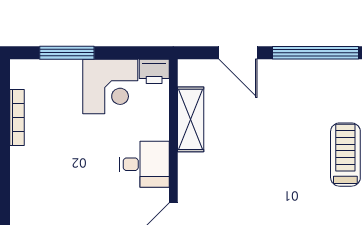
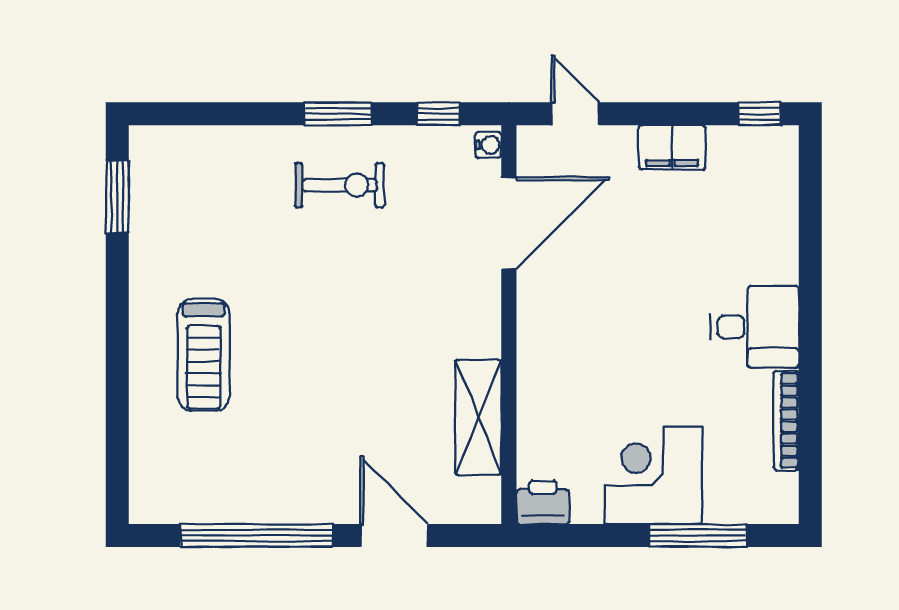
corner desk: (110, 86) -> (653, 476), moved
desk: (144, 164) -> (755, 327), moved, turned 180

